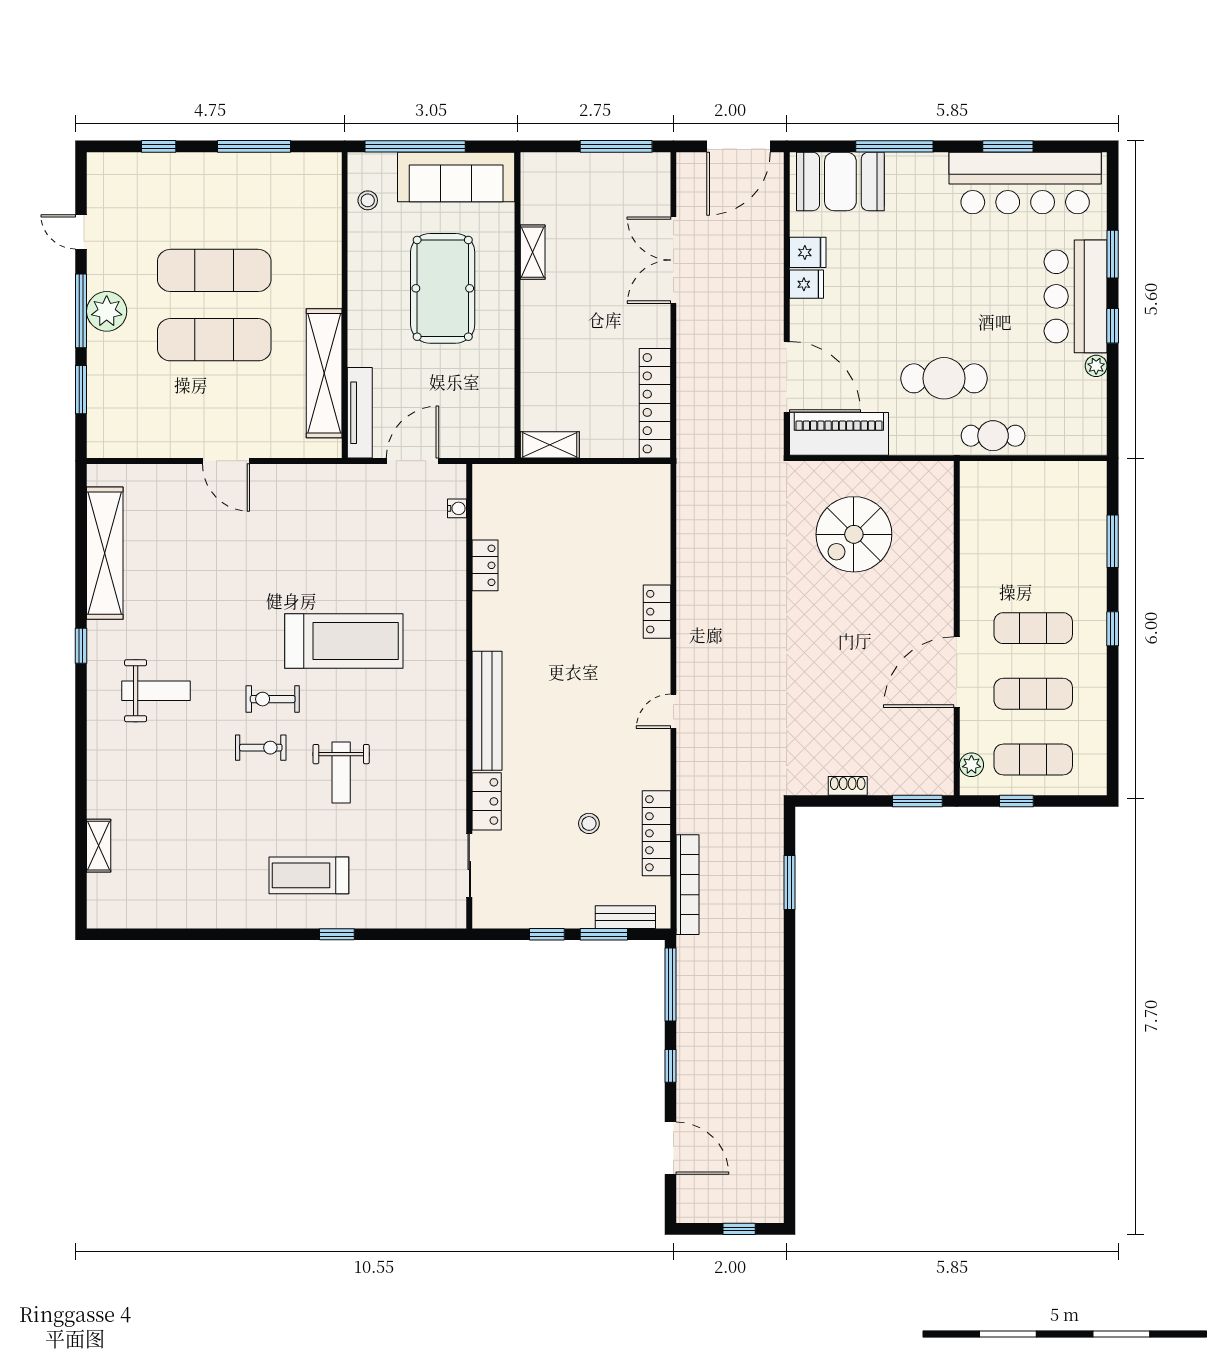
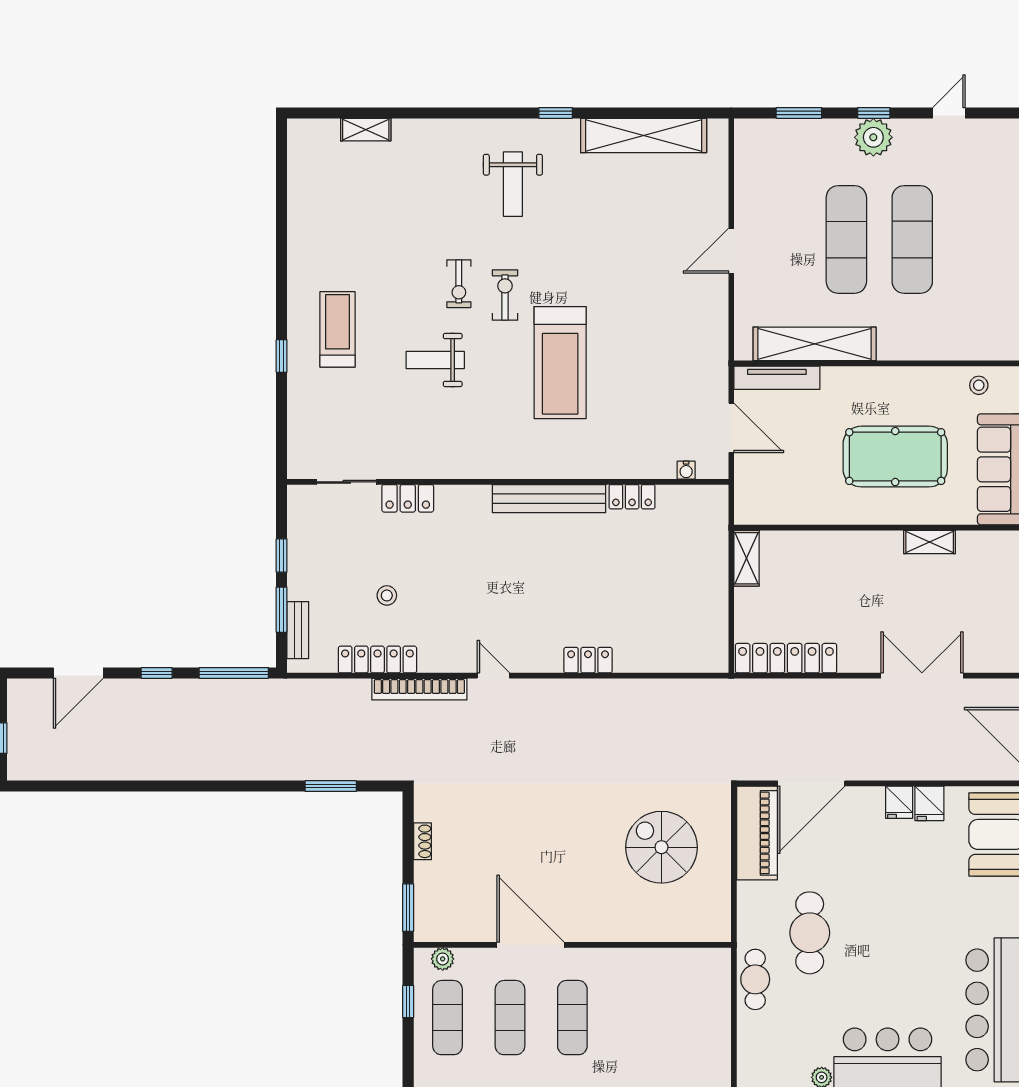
window: (81, 311) -> (874, 113), width x0.46
bench: (487, 711) -> (549, 499), moved
bookcase: (688, 885) -> (419, 689), moved

